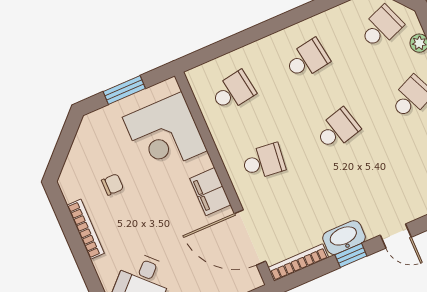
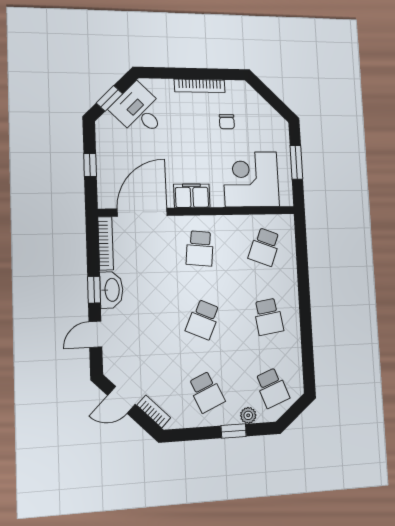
school desk: (233, 91) -> (265, 247), turned 30
school desk: (337, 129) -> (203, 319), turned 39

